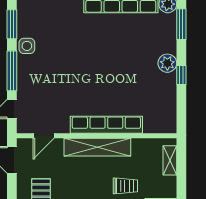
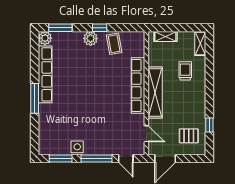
coffee table: (160, 94) -> (114, 44), added

